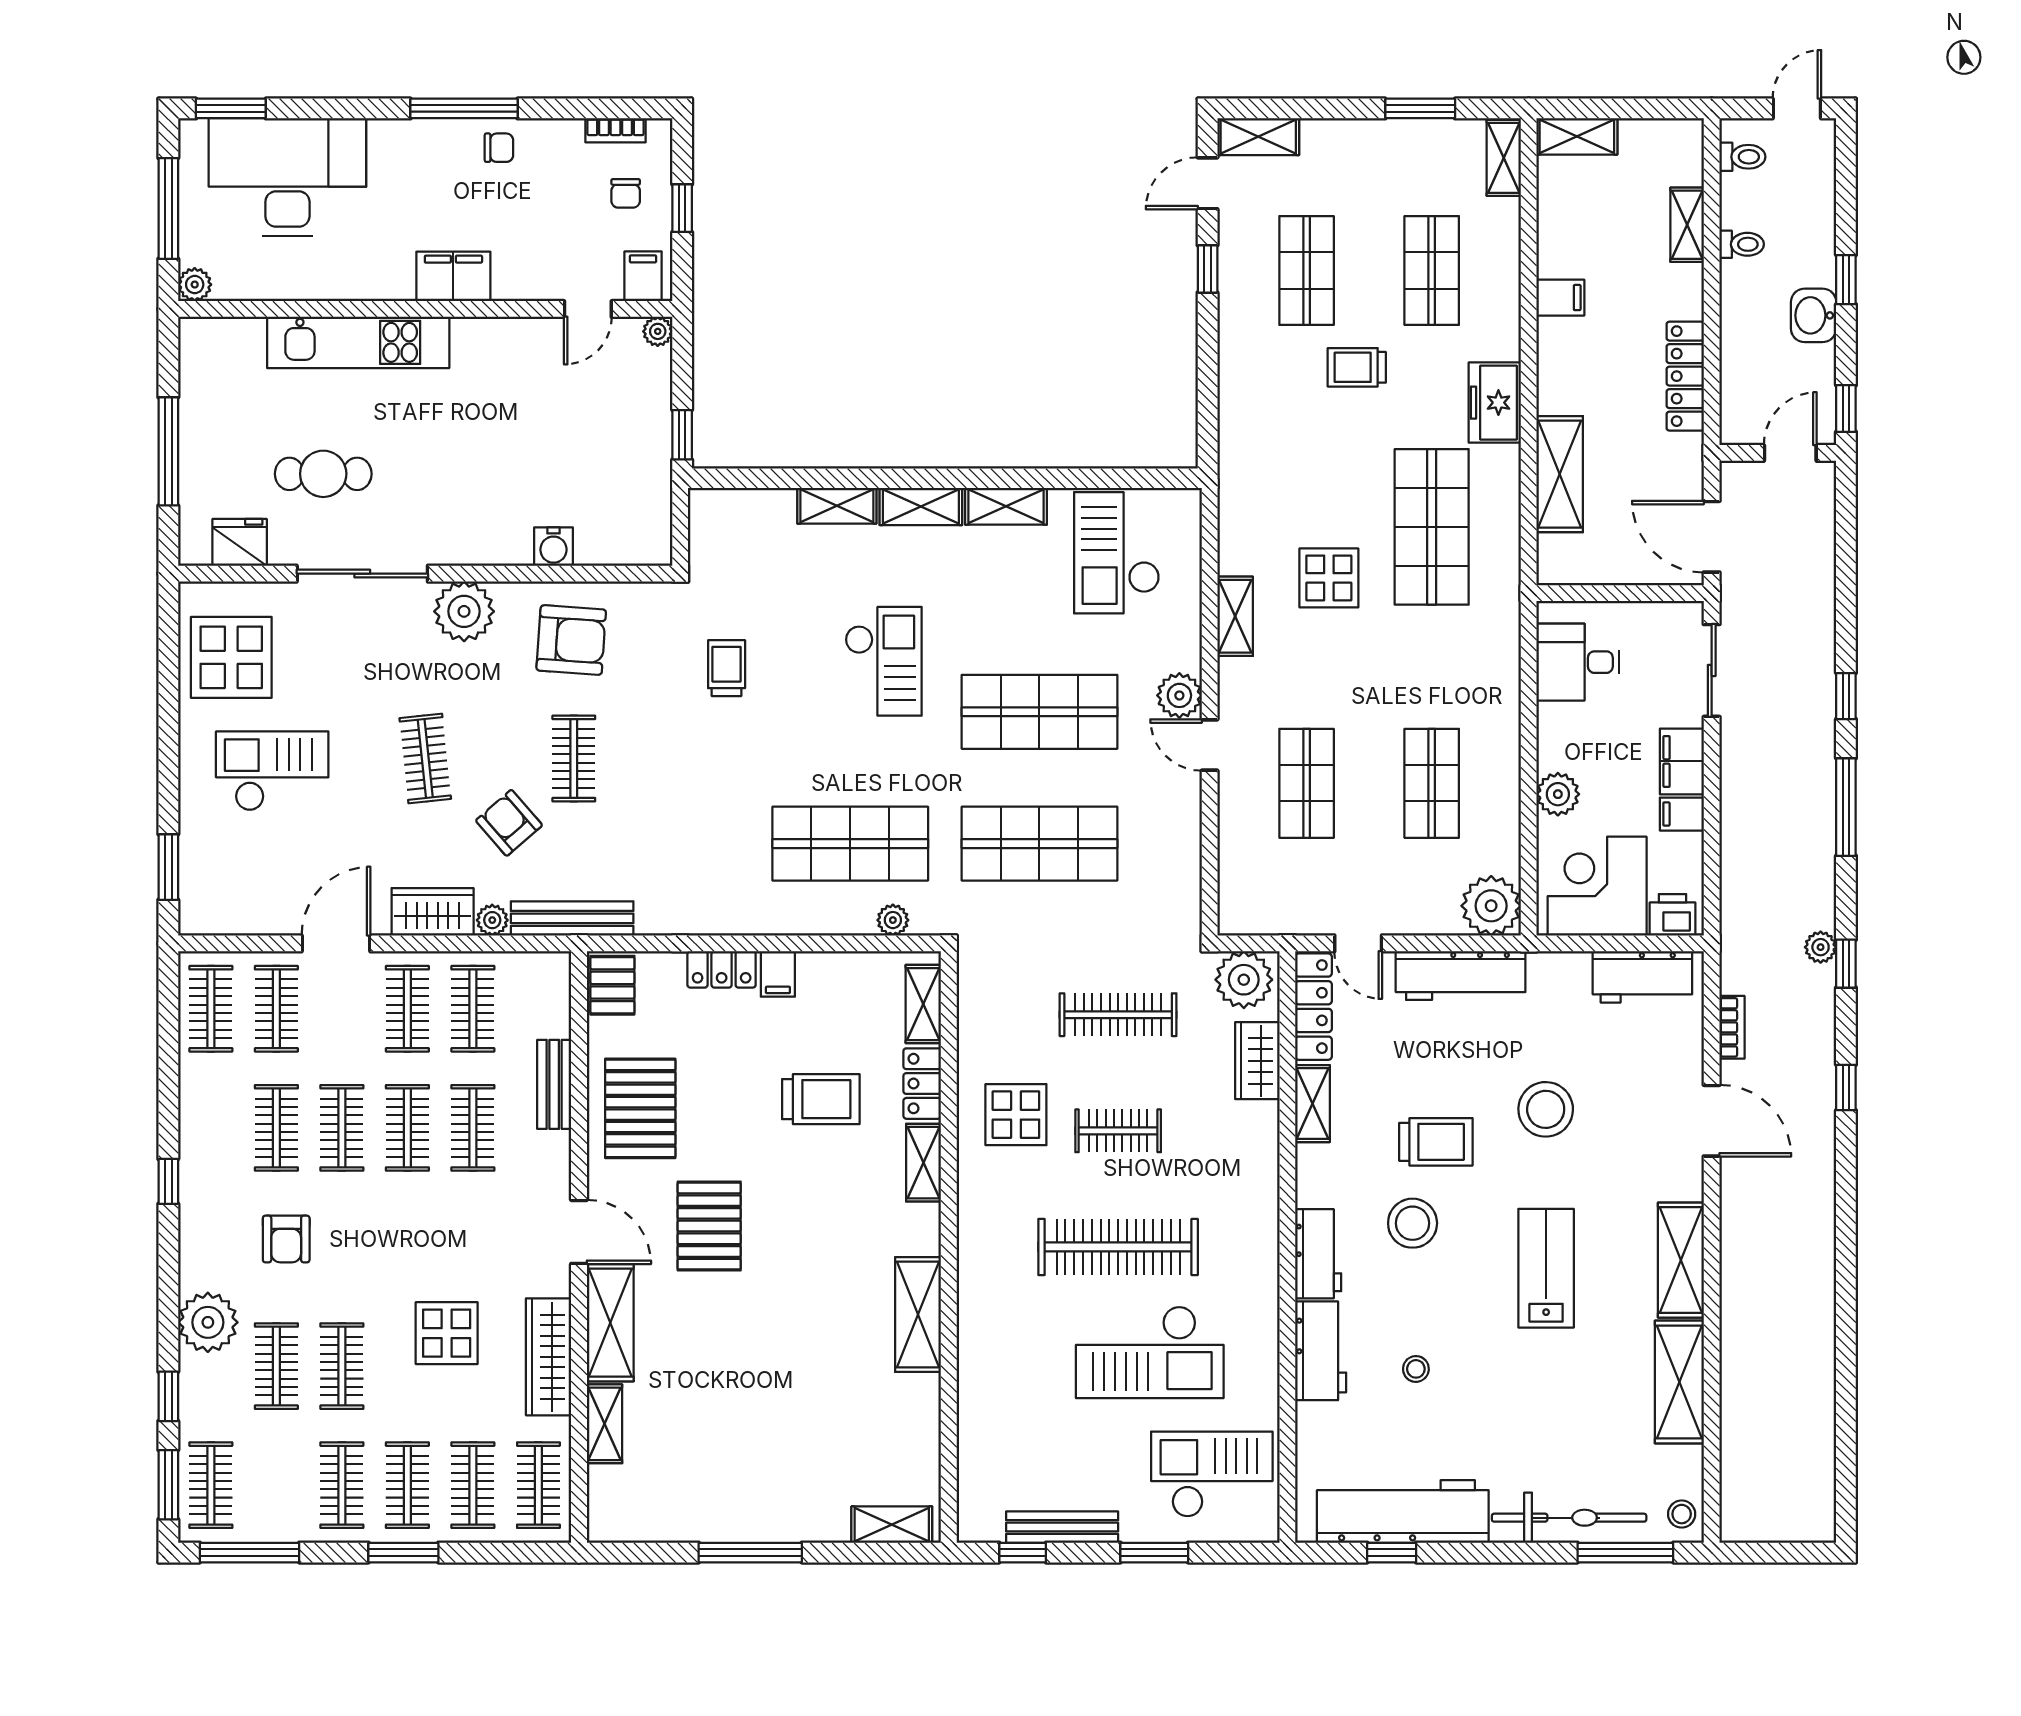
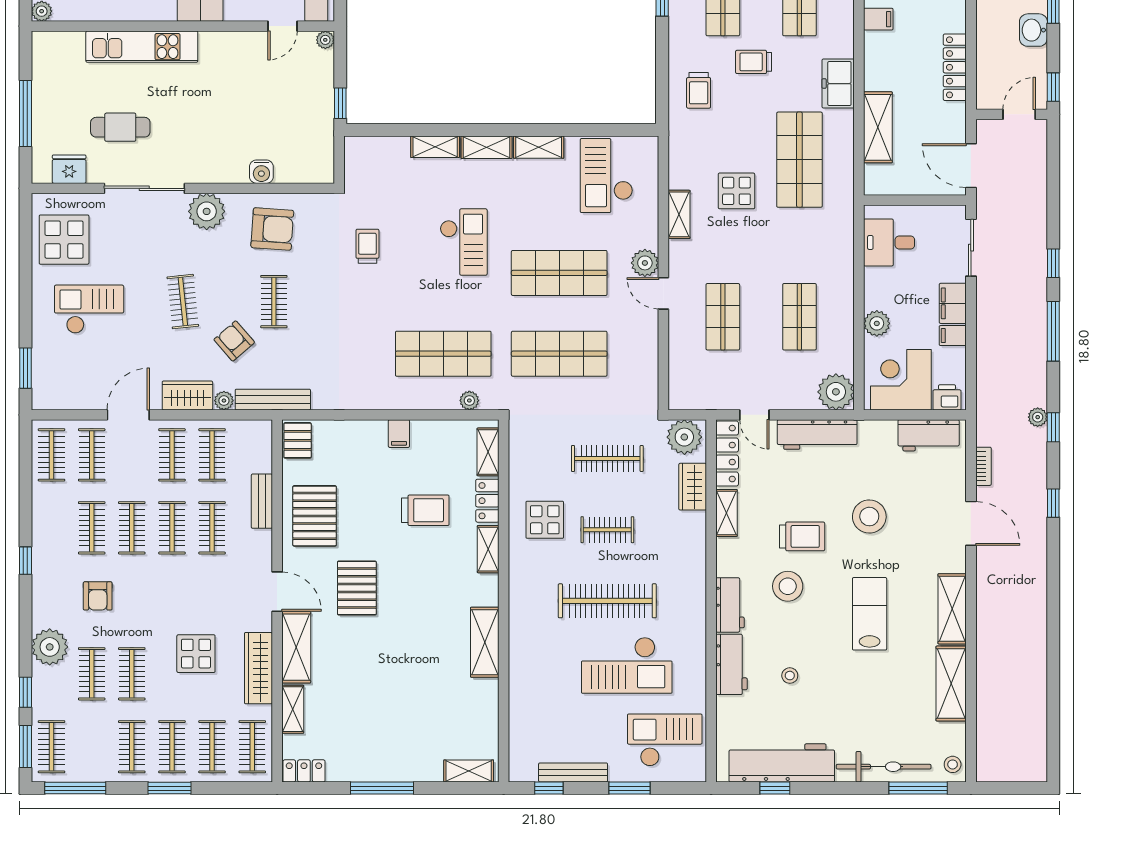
trolley: (1267, 414) -> (699, 90), added
locker: (722, 969) -> (304, 771), moved, turned 180

